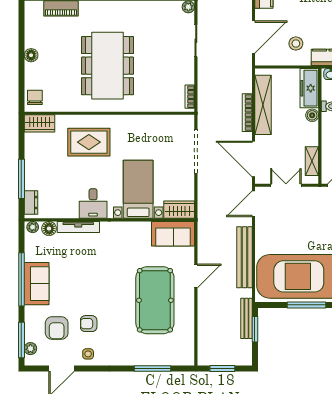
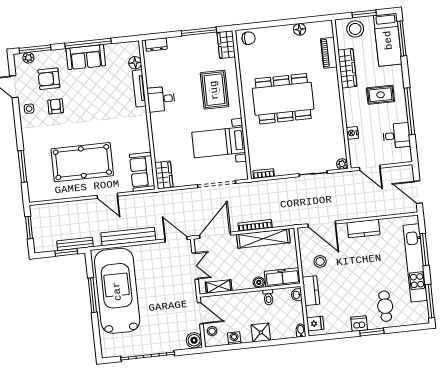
floor lamp: (31, 55) -> (300, 29), moved
window: (21, 179) -> (199, 32), moved
bed with nightstands: (138, 189) -> (219, 142), moved, turned 180
plant: (33, 227) -> (135, 48), removed

